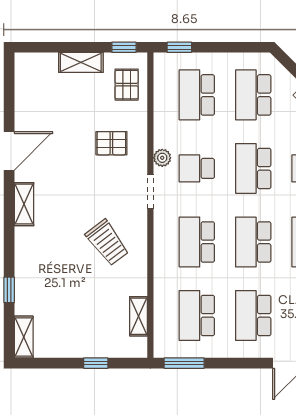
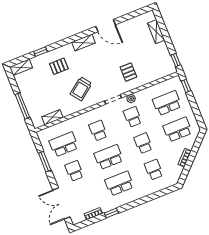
shelving: (81, 62) -> (156, 32), moved
pallet: (127, 85) -> (59, 66), moved
school desk: (253, 168) -> (143, 143), width x0.54
school desk: (197, 242) -> (98, 131), width x0.54
school desk: (253, 315) -> (74, 171), width x0.54
window: (96, 363) -> (22, 106), width x2.17
window: (184, 363) -> (45, 162), moved

